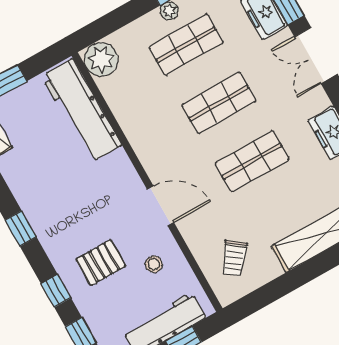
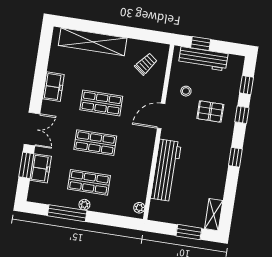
plant: (101, 59) -> (139, 208), width x0.53, depth x0.53
workbench: (81, 111) -> (166, 170), moved
door: (161, 206) -> (161, 116), hinge flipped

